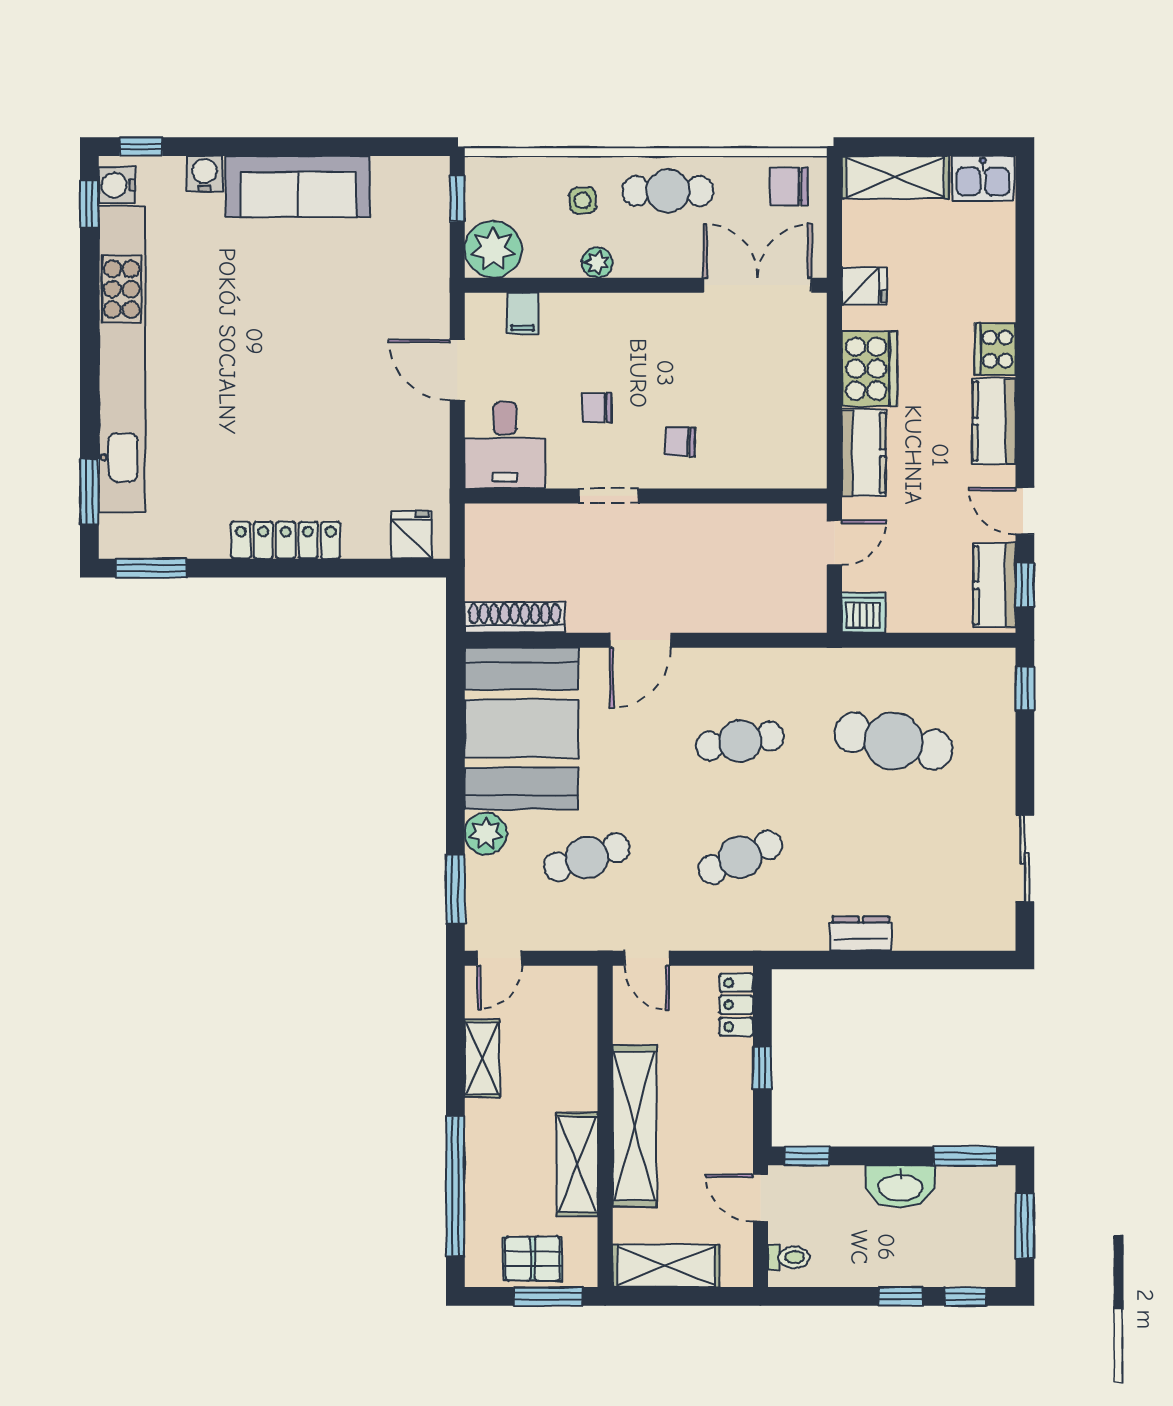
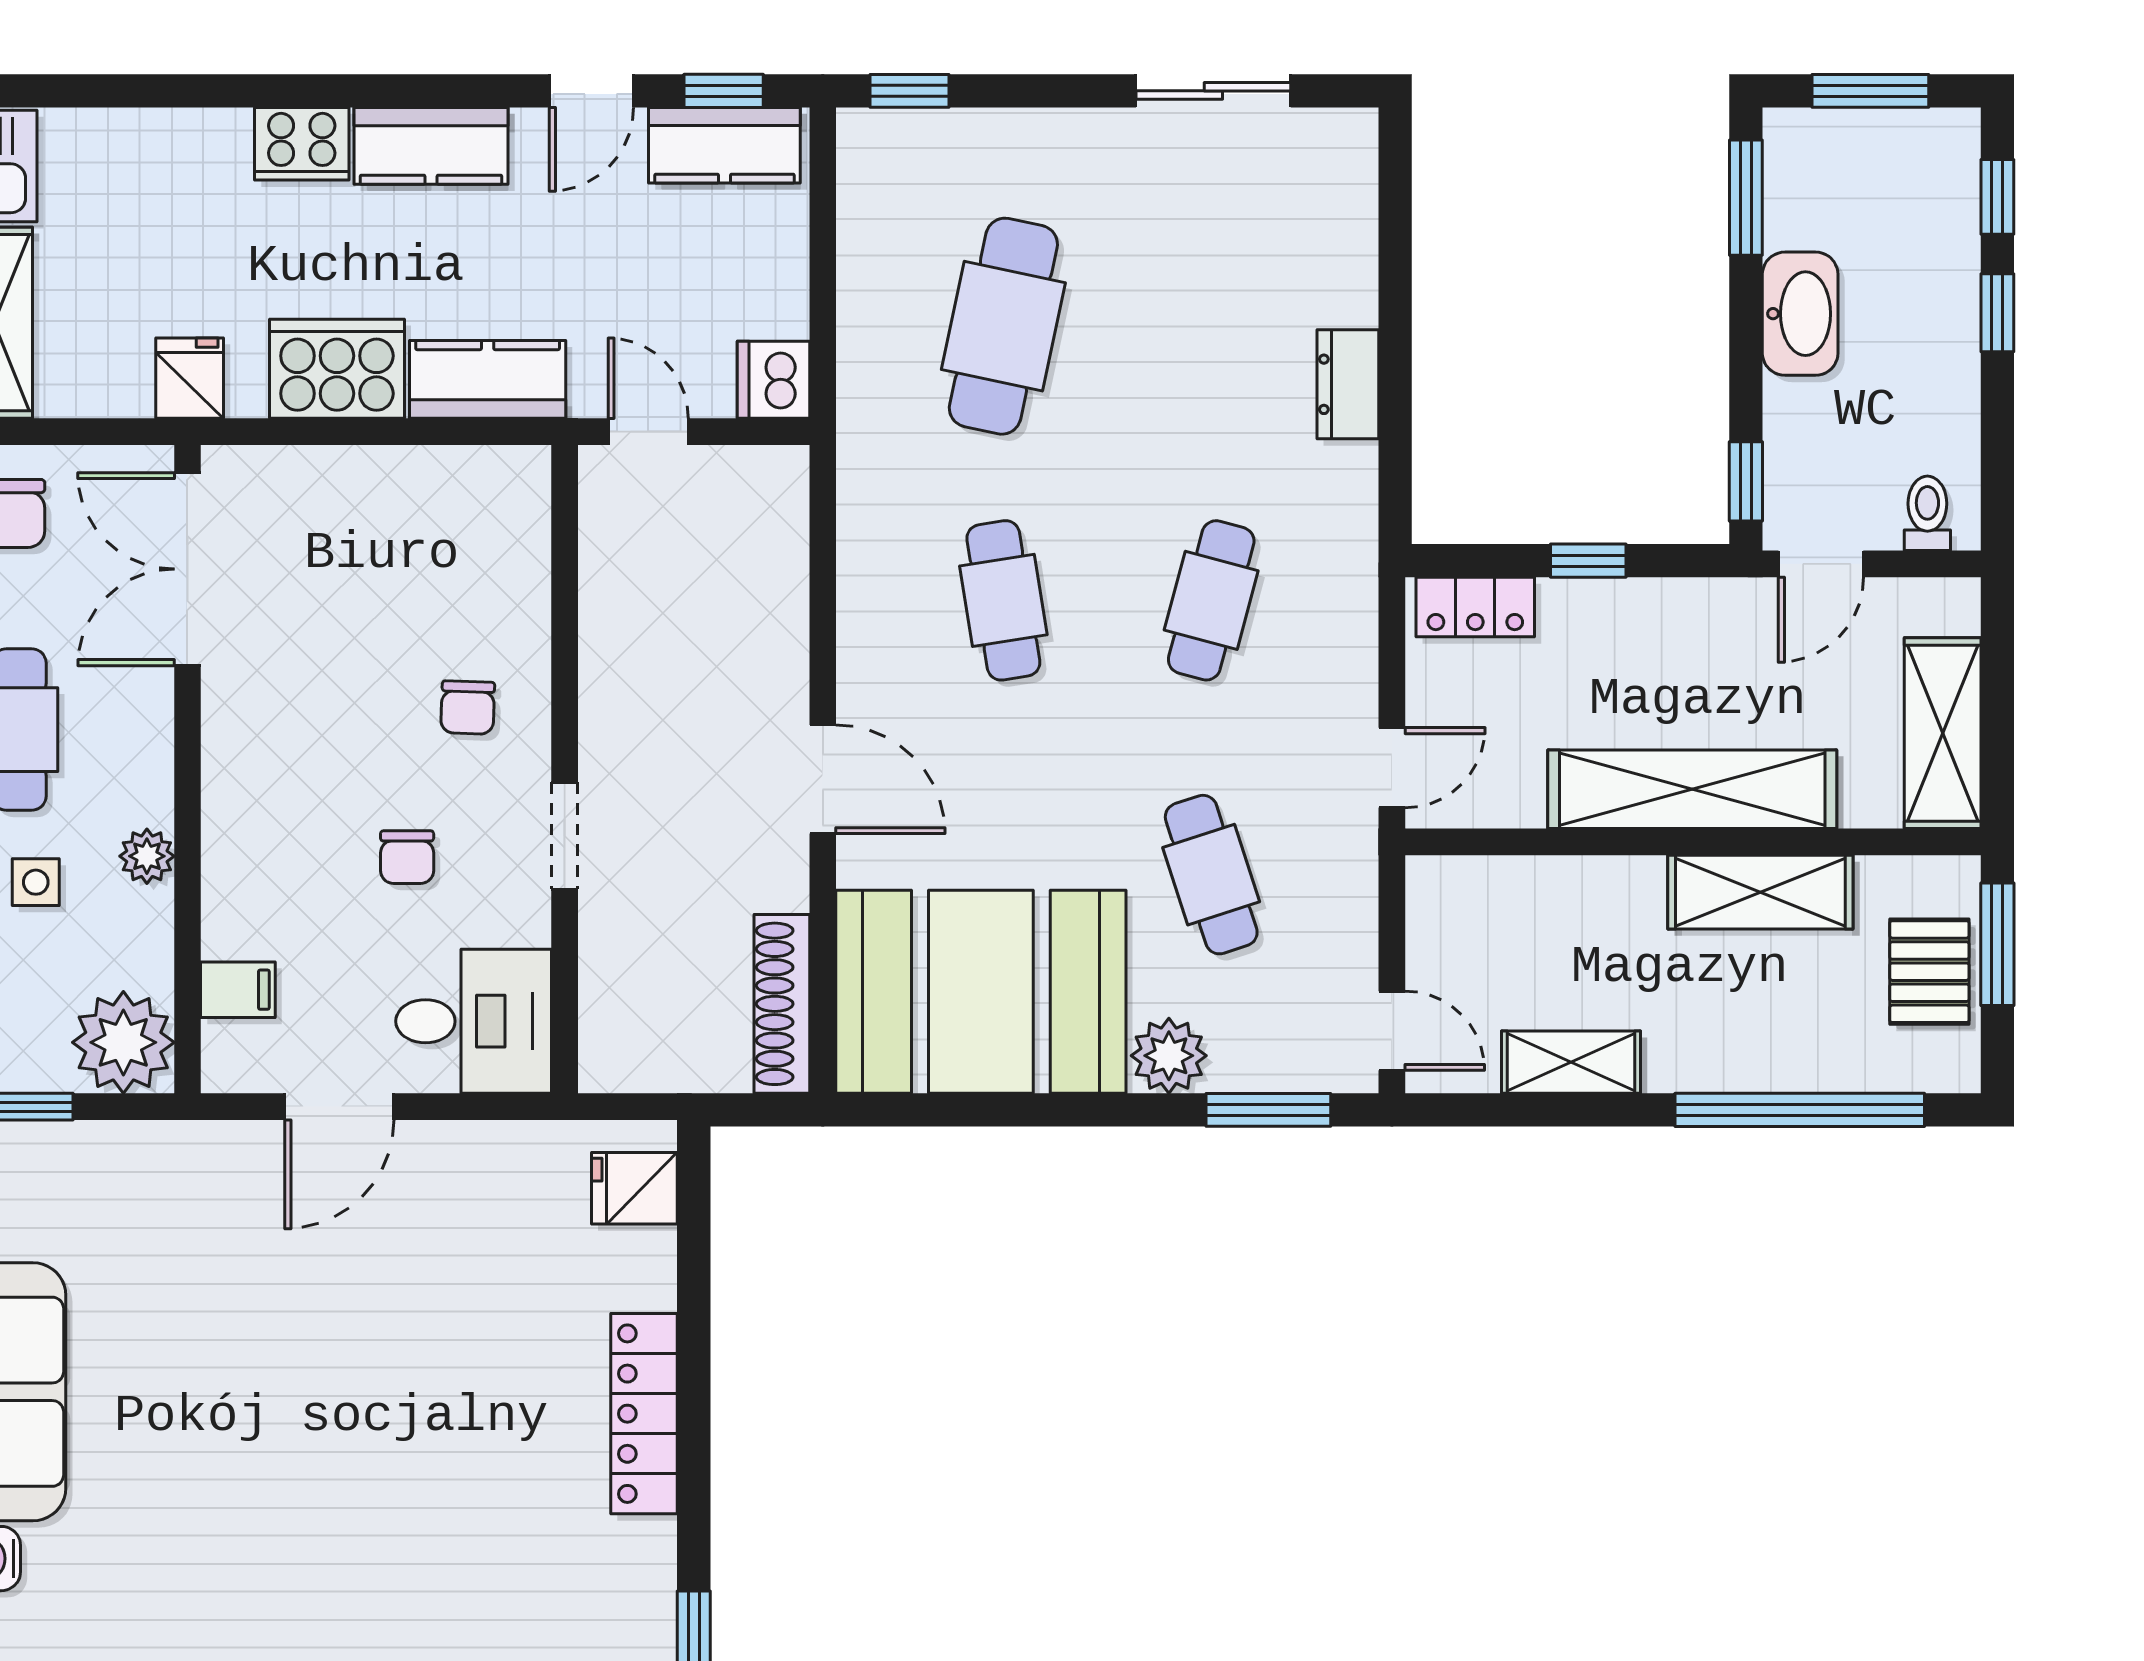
cafe table: (740, 857) -> (1211, 600), turned 39

